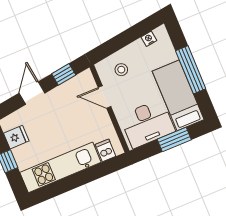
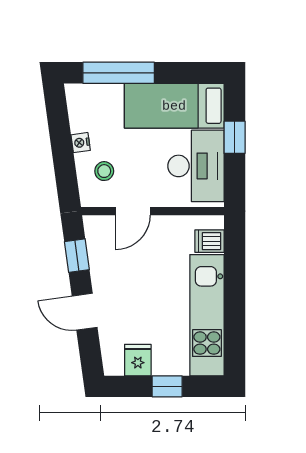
nightstand: (149, 39) -> (81, 143), moved
window: (191, 70) -> (119, 73), moved
window: (174, 139) -> (235, 137), width x0.67

